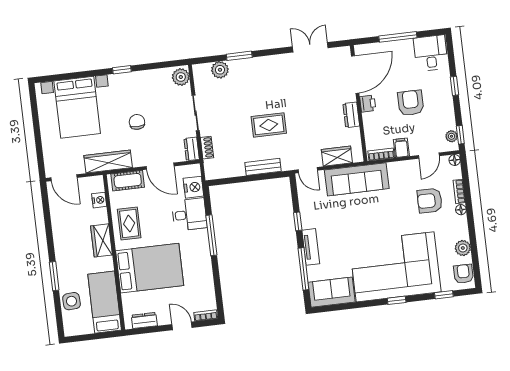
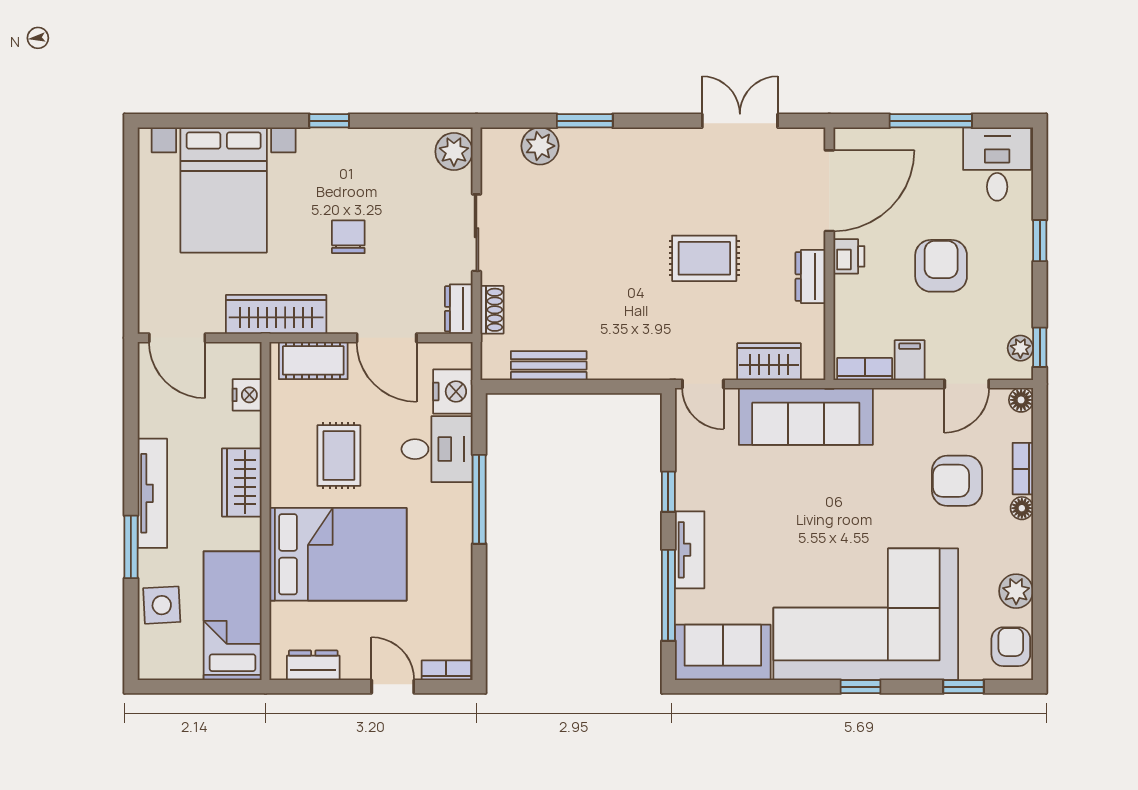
rug: (269, 125) -> (704, 258), moved
bench: (263, 167) -> (549, 366), moved
rug: (129, 224) -> (339, 456), moved
tv unit: (61, 250) -> (152, 493), added

